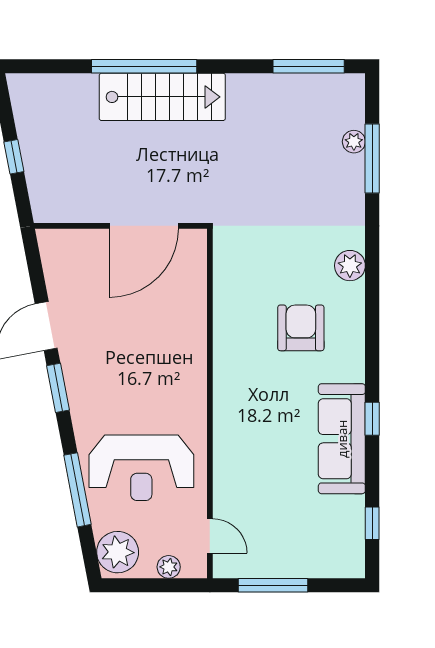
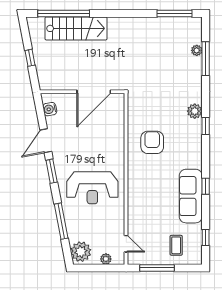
window: (144, 66) -> (64, 13), moved
stairs: (162, 97) -> (76, 28), moved
water cooler: (54, 261) -> (50, 109), added
window: (372, 296) -> (206, 126), added
armchair: (301, 328) -> (152, 142), moved
reception desk: (141, 468) -> (92, 188), moved
coffee table: (312, 539) -> (176, 245), added

